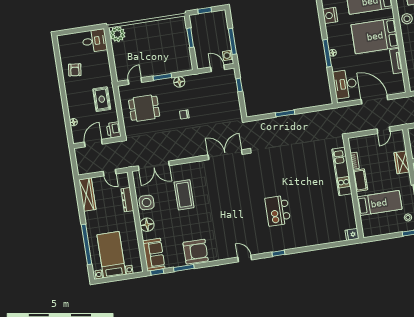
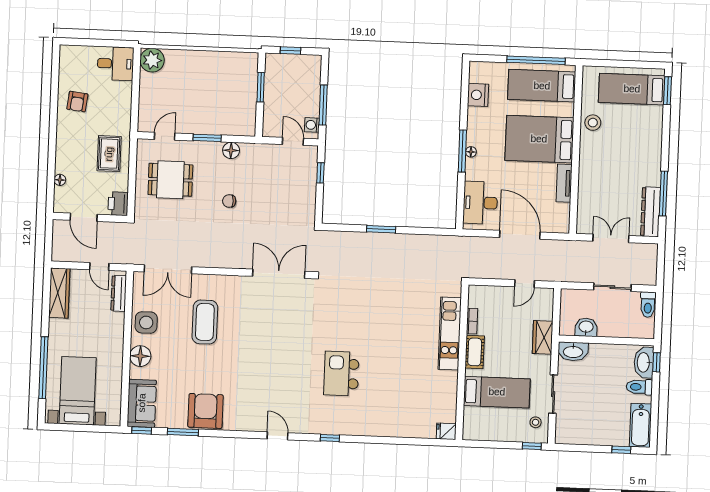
door: (93, 143) -> (84, 217), swing flipped
dresser: (127, 200) -> (119, 293), moved
armchair: (196, 252) -> (205, 411), turned -90

